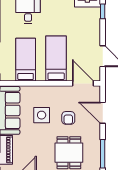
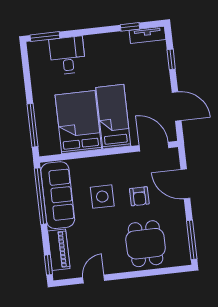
window: (103, 11) -> (171, 59), moved
bed: (26, 60) -> (78, 122), width x1.50

